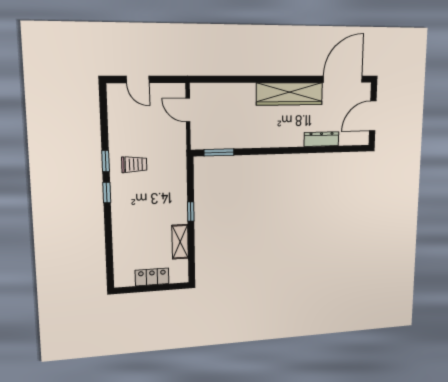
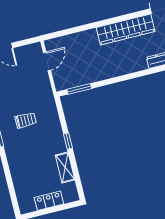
door: (188, 110) -> (47, 61), swing flipped
trolley: (134, 164) -> (26, 120), moved

